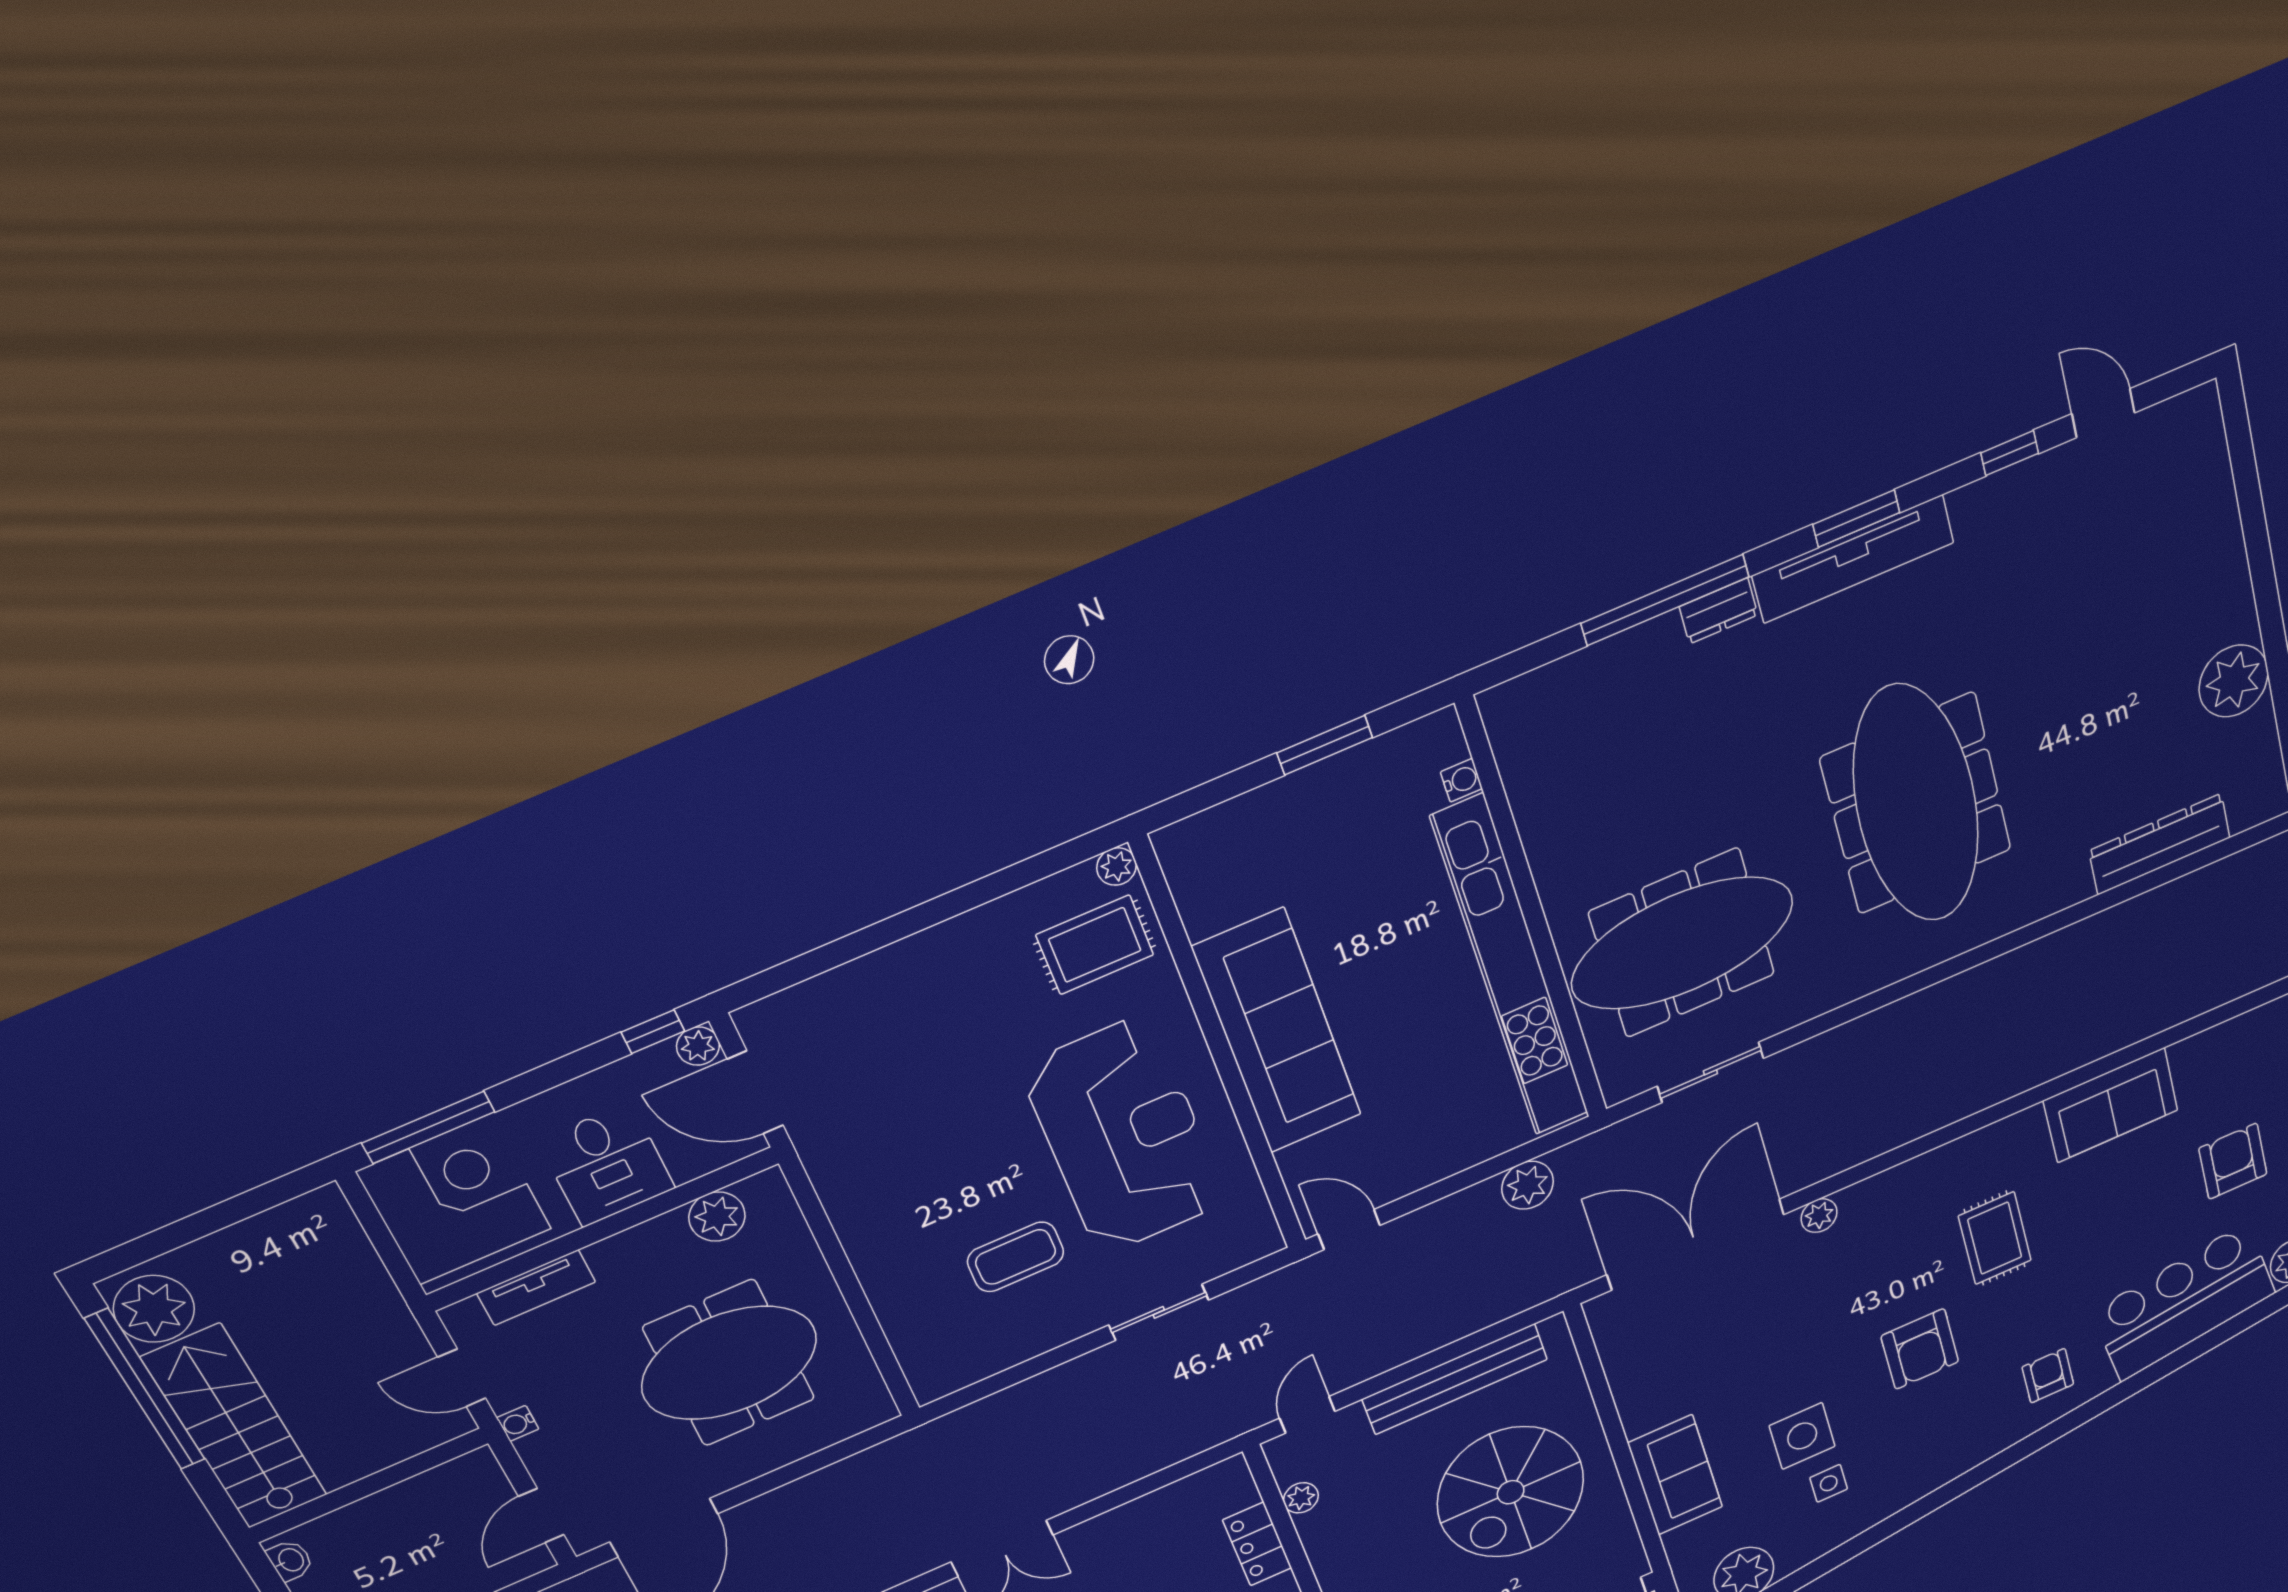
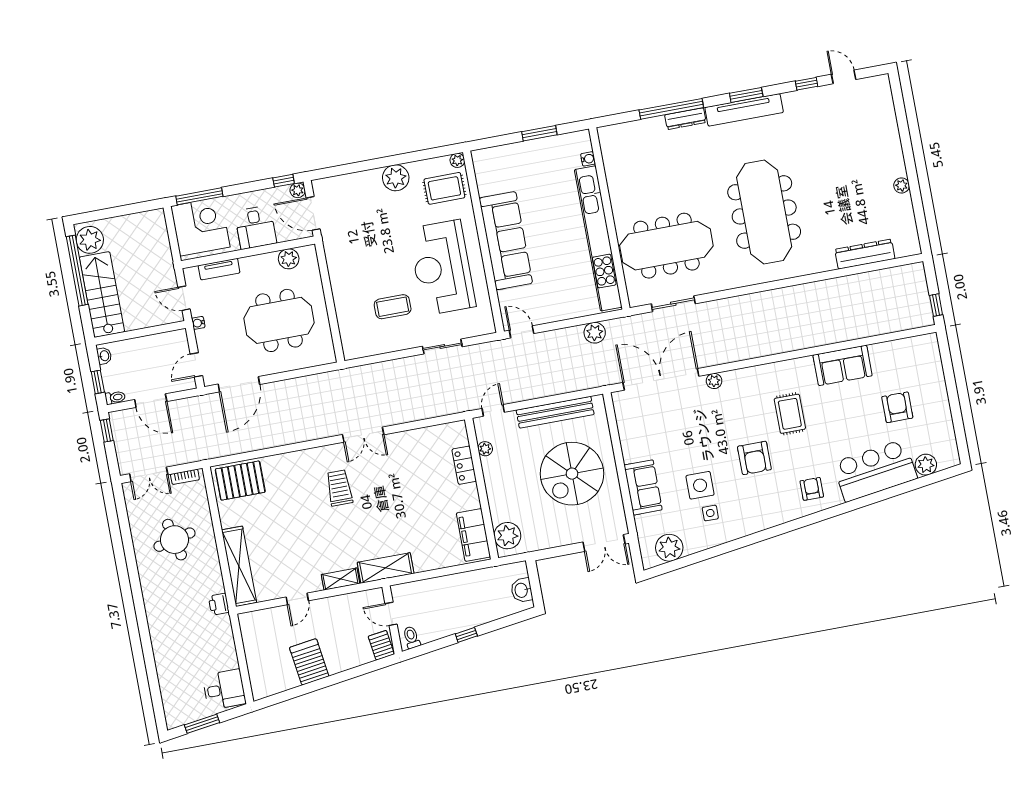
dresser: (1719, 611) -> (685, 119), width x1.44
plant: (2234, 681) -> (902, 185), width x0.53, depth x0.53
plant: (959, 950) -> (396, 178), added
reception desk: (1124, 1136) -> (442, 268), turned 180

